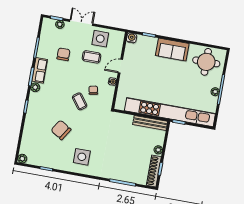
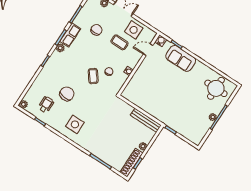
sofa: (172, 50) -> (181, 58), moved
door: (120, 66) -> (148, 50), moved
kitchen unit: (170, 112) -> (167, 118), removed
chair: (61, 130) -> (67, 94), turned 65
wheelchair: (45, 149) -> (46, 105), added

